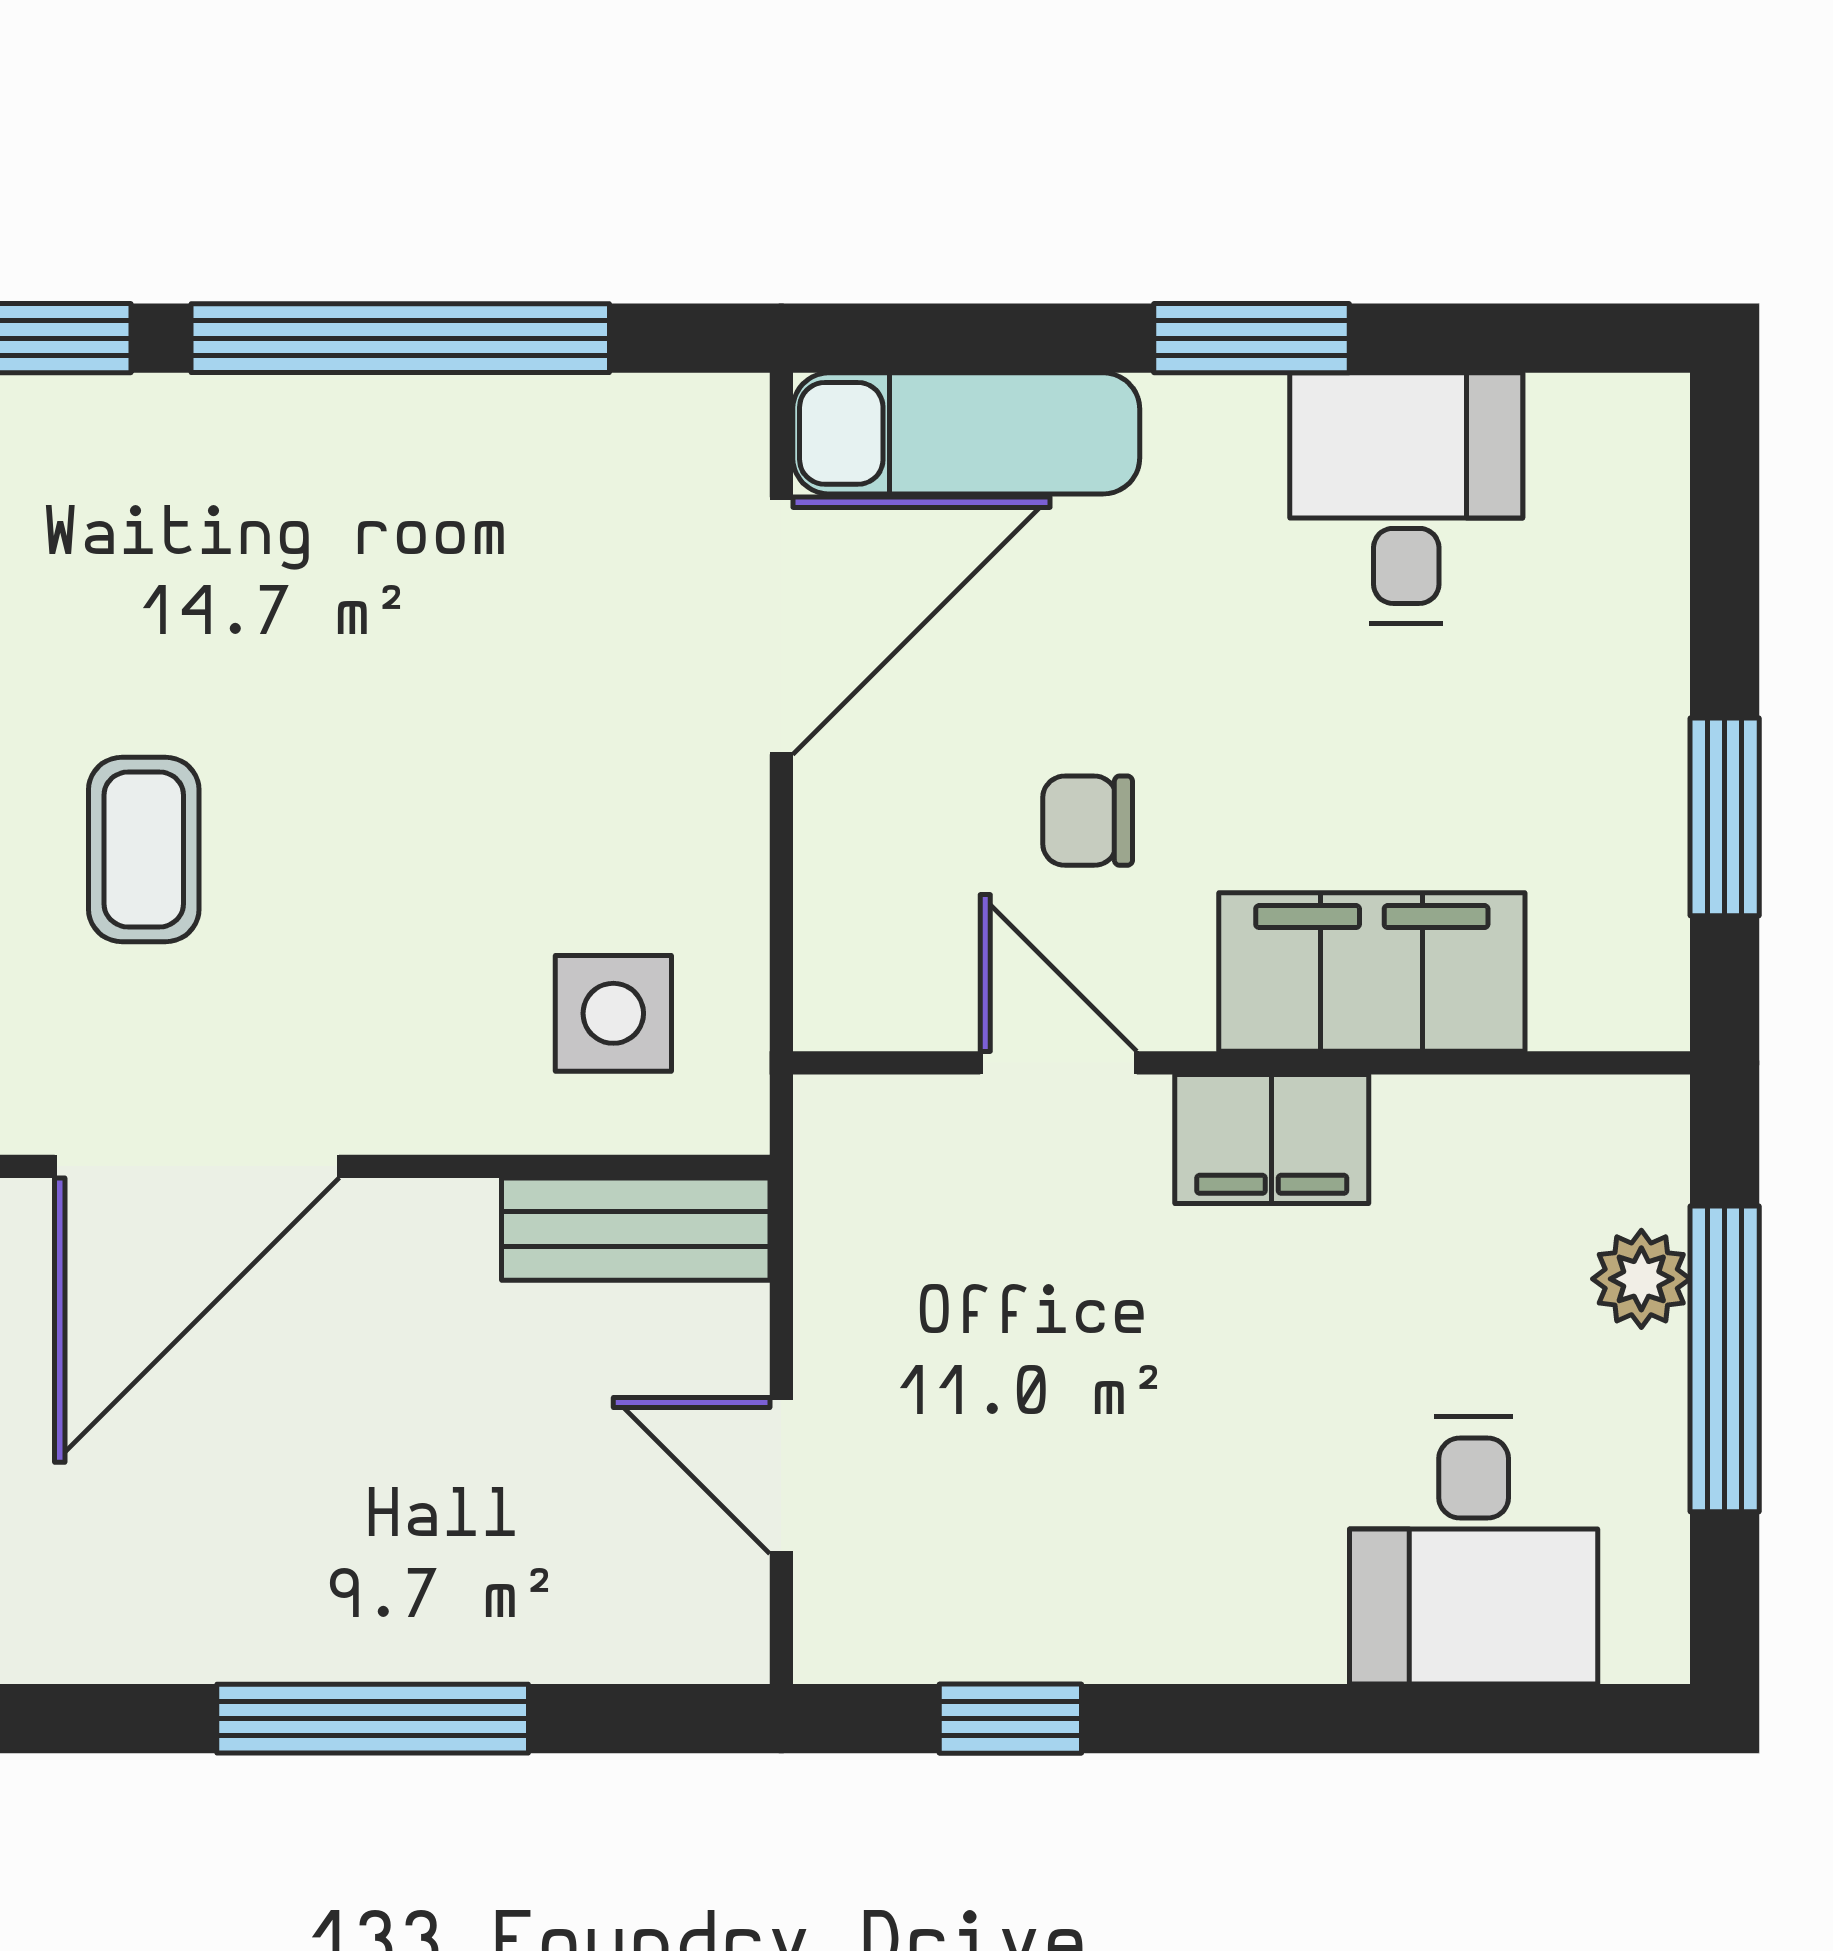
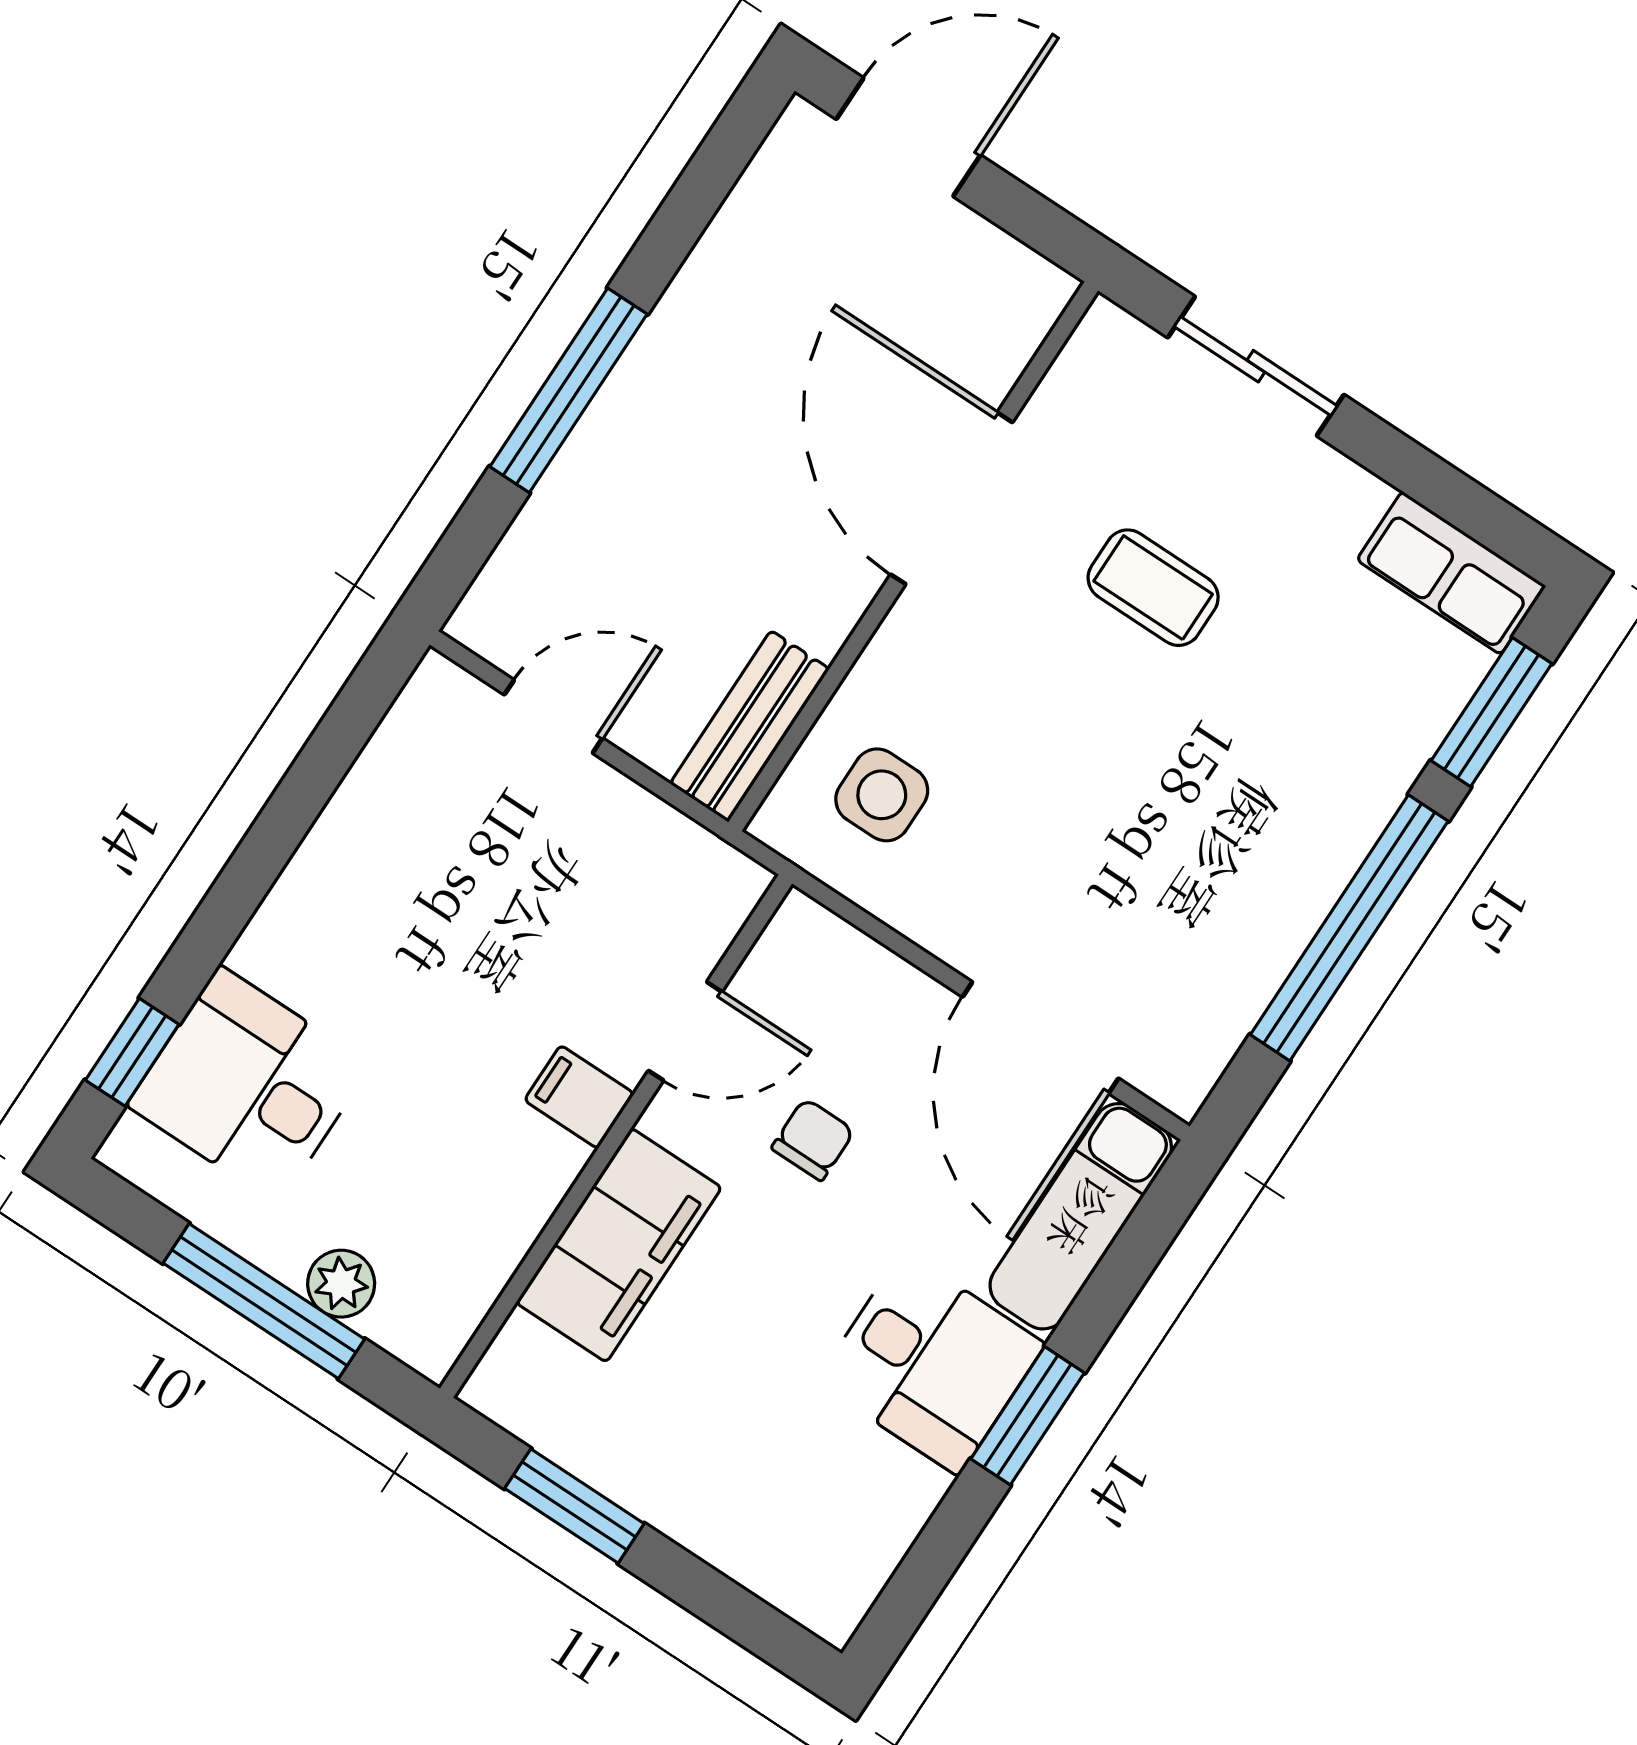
desk: (1406, 498) -> (931, 1363), moved
filing cabinet: (1272, 1139) -> (579, 1097), width x0.50
window: (1010, 1719) -> (132, 1052), moved

